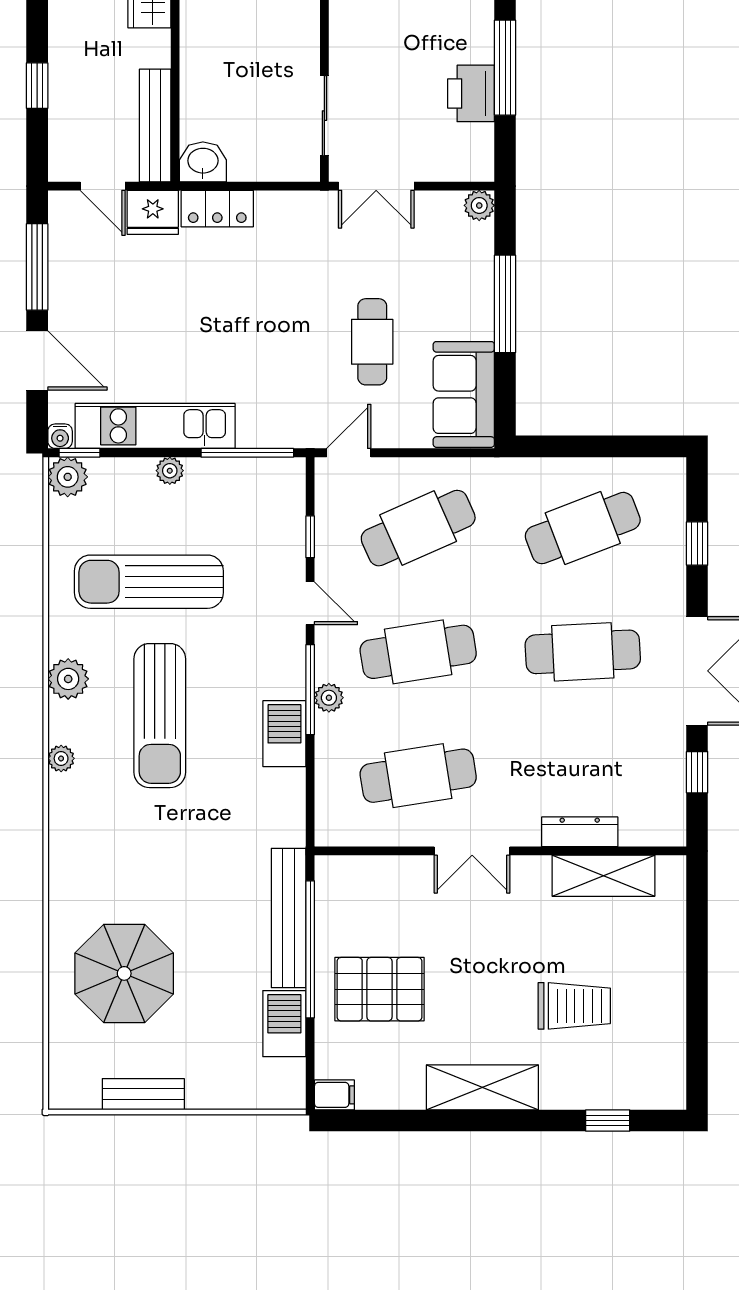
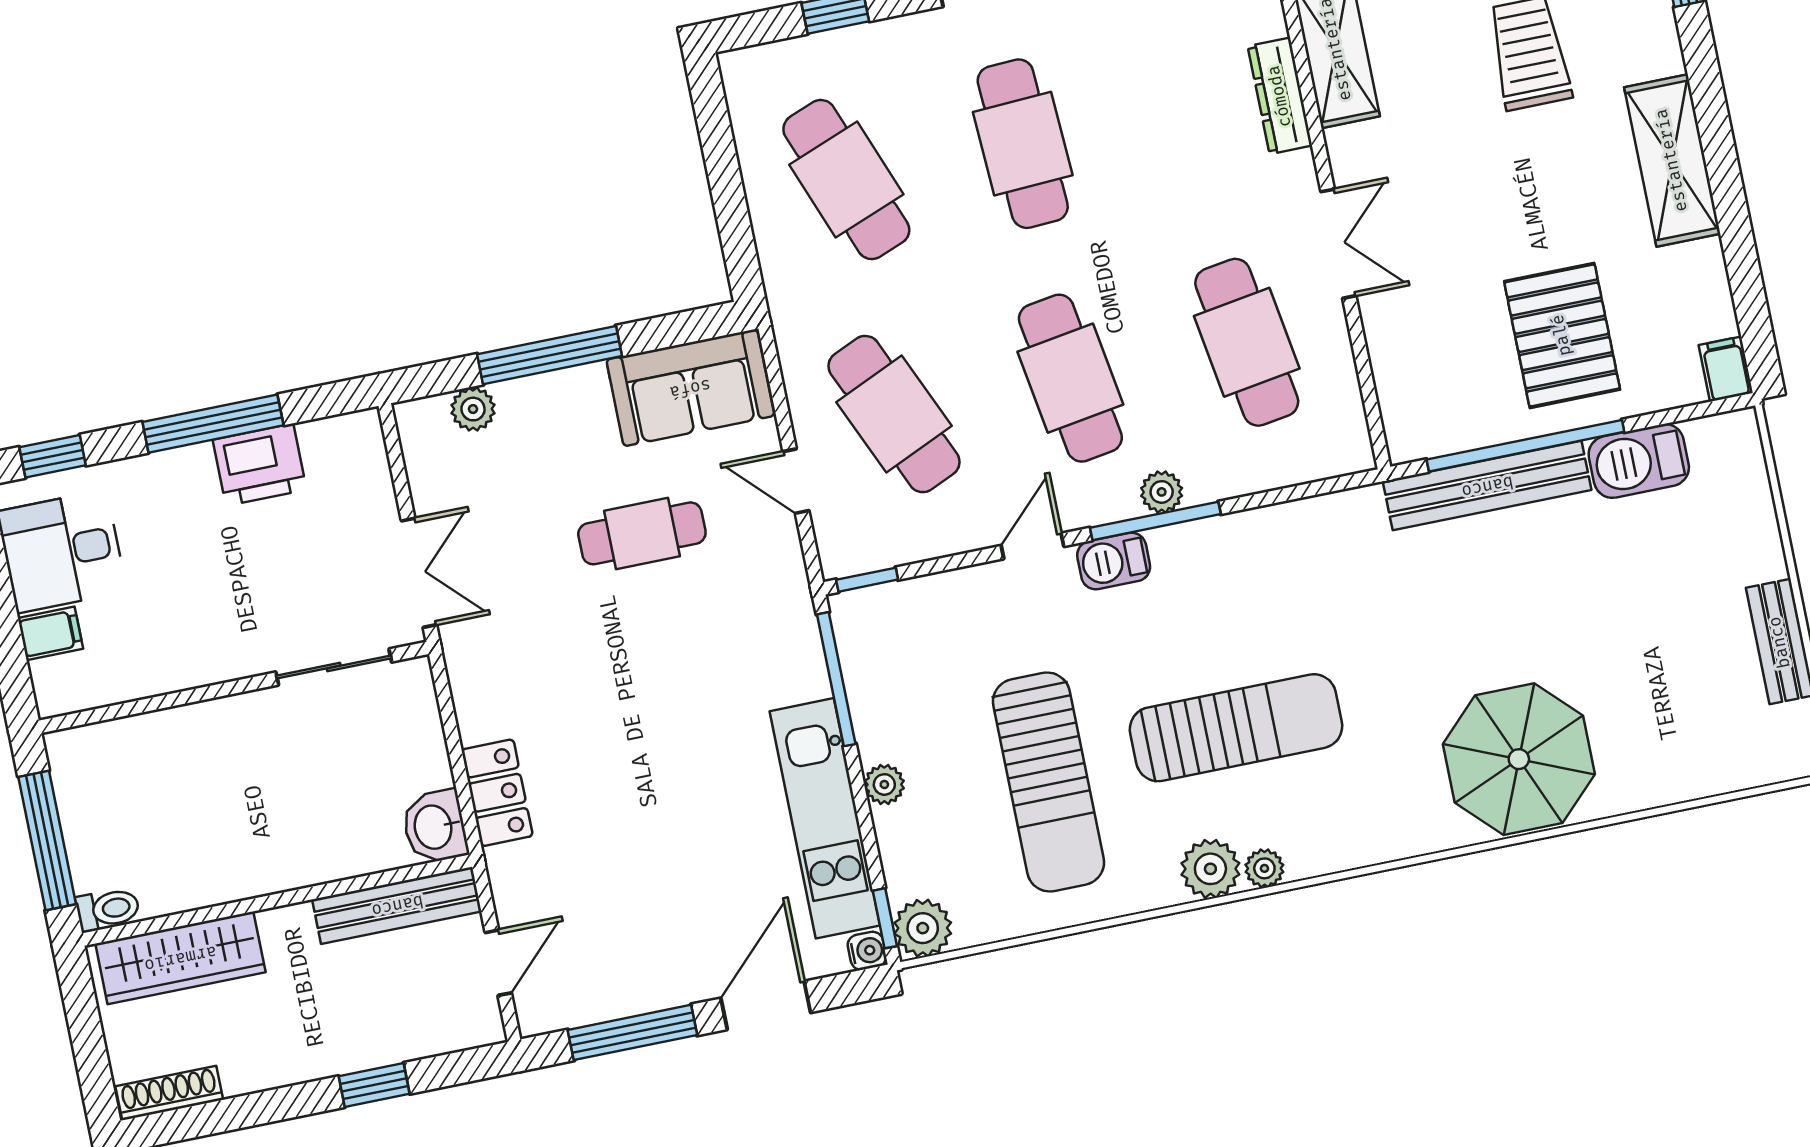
plant: (479, 205) -> (473, 409), moved
fridge: (153, 212) -> (521, 884), removed
door: (349, 453) -> (796, 481), moved
window: (310, 537) -> (867, 580), moved
barbecue: (284, 734) -> (1114, 561), moved, width x0.73, depth x0.79
plant: (61, 758) -> (1264, 868), moved
parasol: (124, 973) -> (1519, 759), moved

